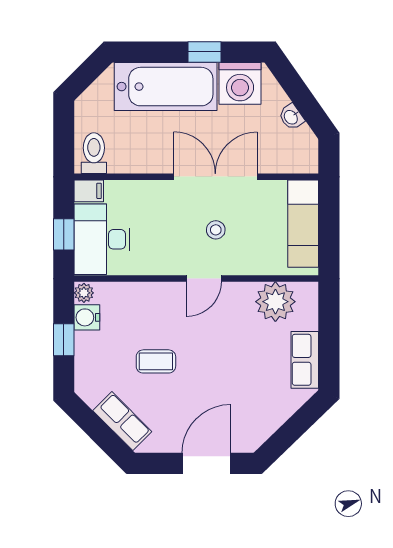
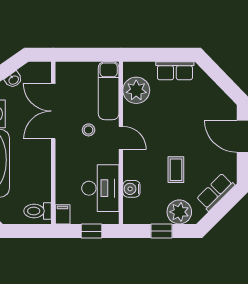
double door: (215, 177) -> (53, 111), moved
exam couch: (303, 224) -> (109, 91), moved, turned 90
desk: (102, 239) -> (100, 188), moved, turned -90
plant: (84, 293) -> (179, 212), moved, width x1.88, depth x1.88
water cooler: (87, 317) -> (131, 189), moved, turned 90

